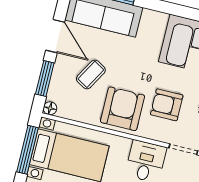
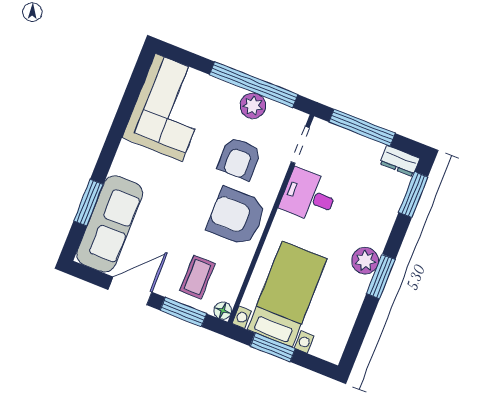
coffee table: (91, 74) -> (197, 277), moved, turned 60
window: (27, 150) -> (273, 347), width x0.69

